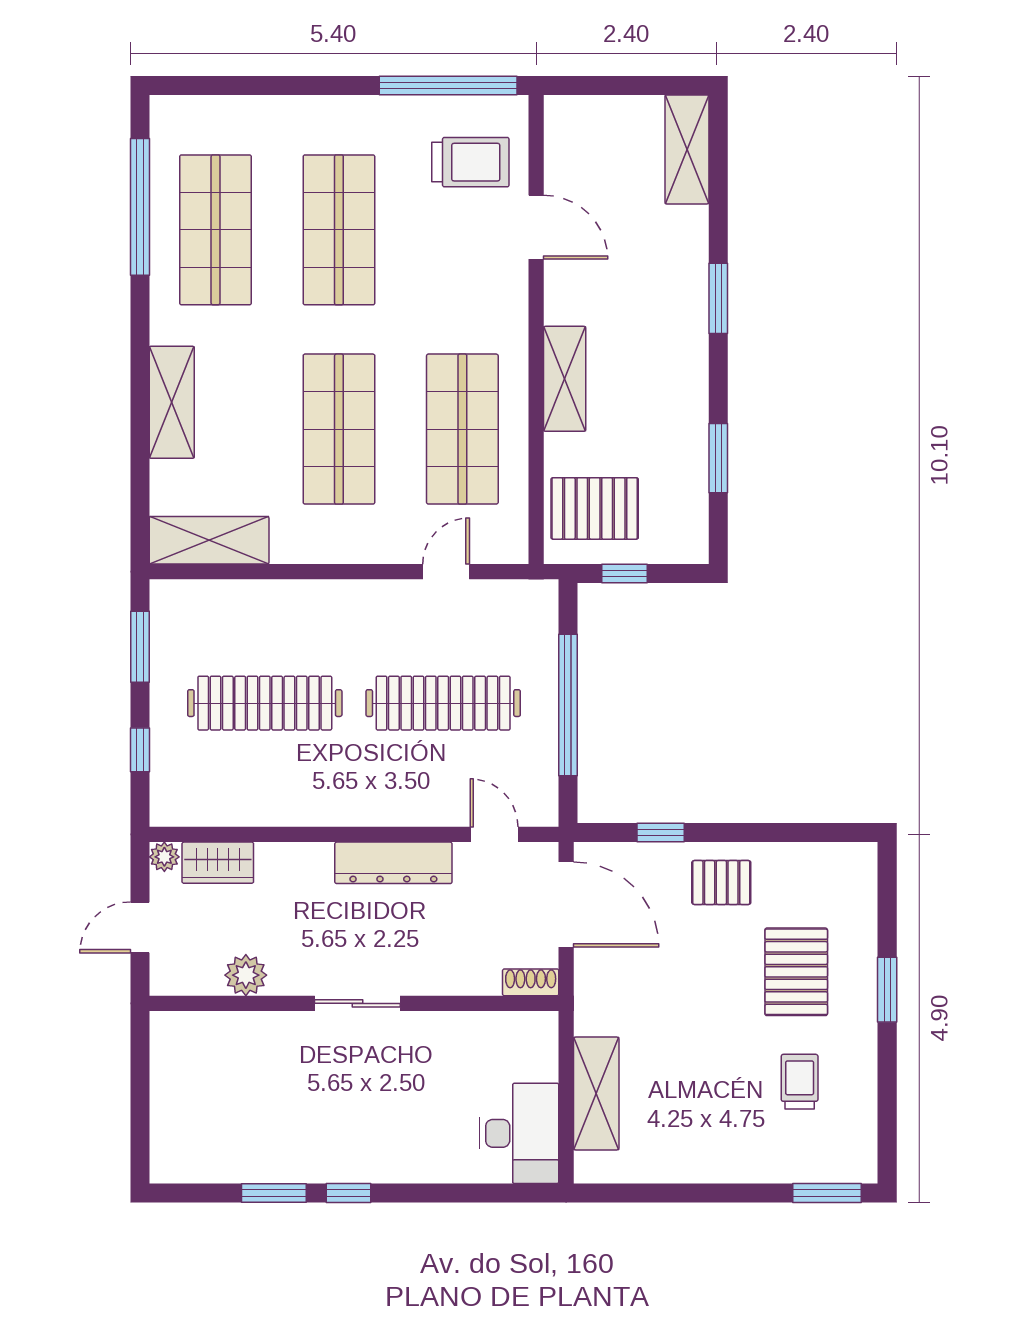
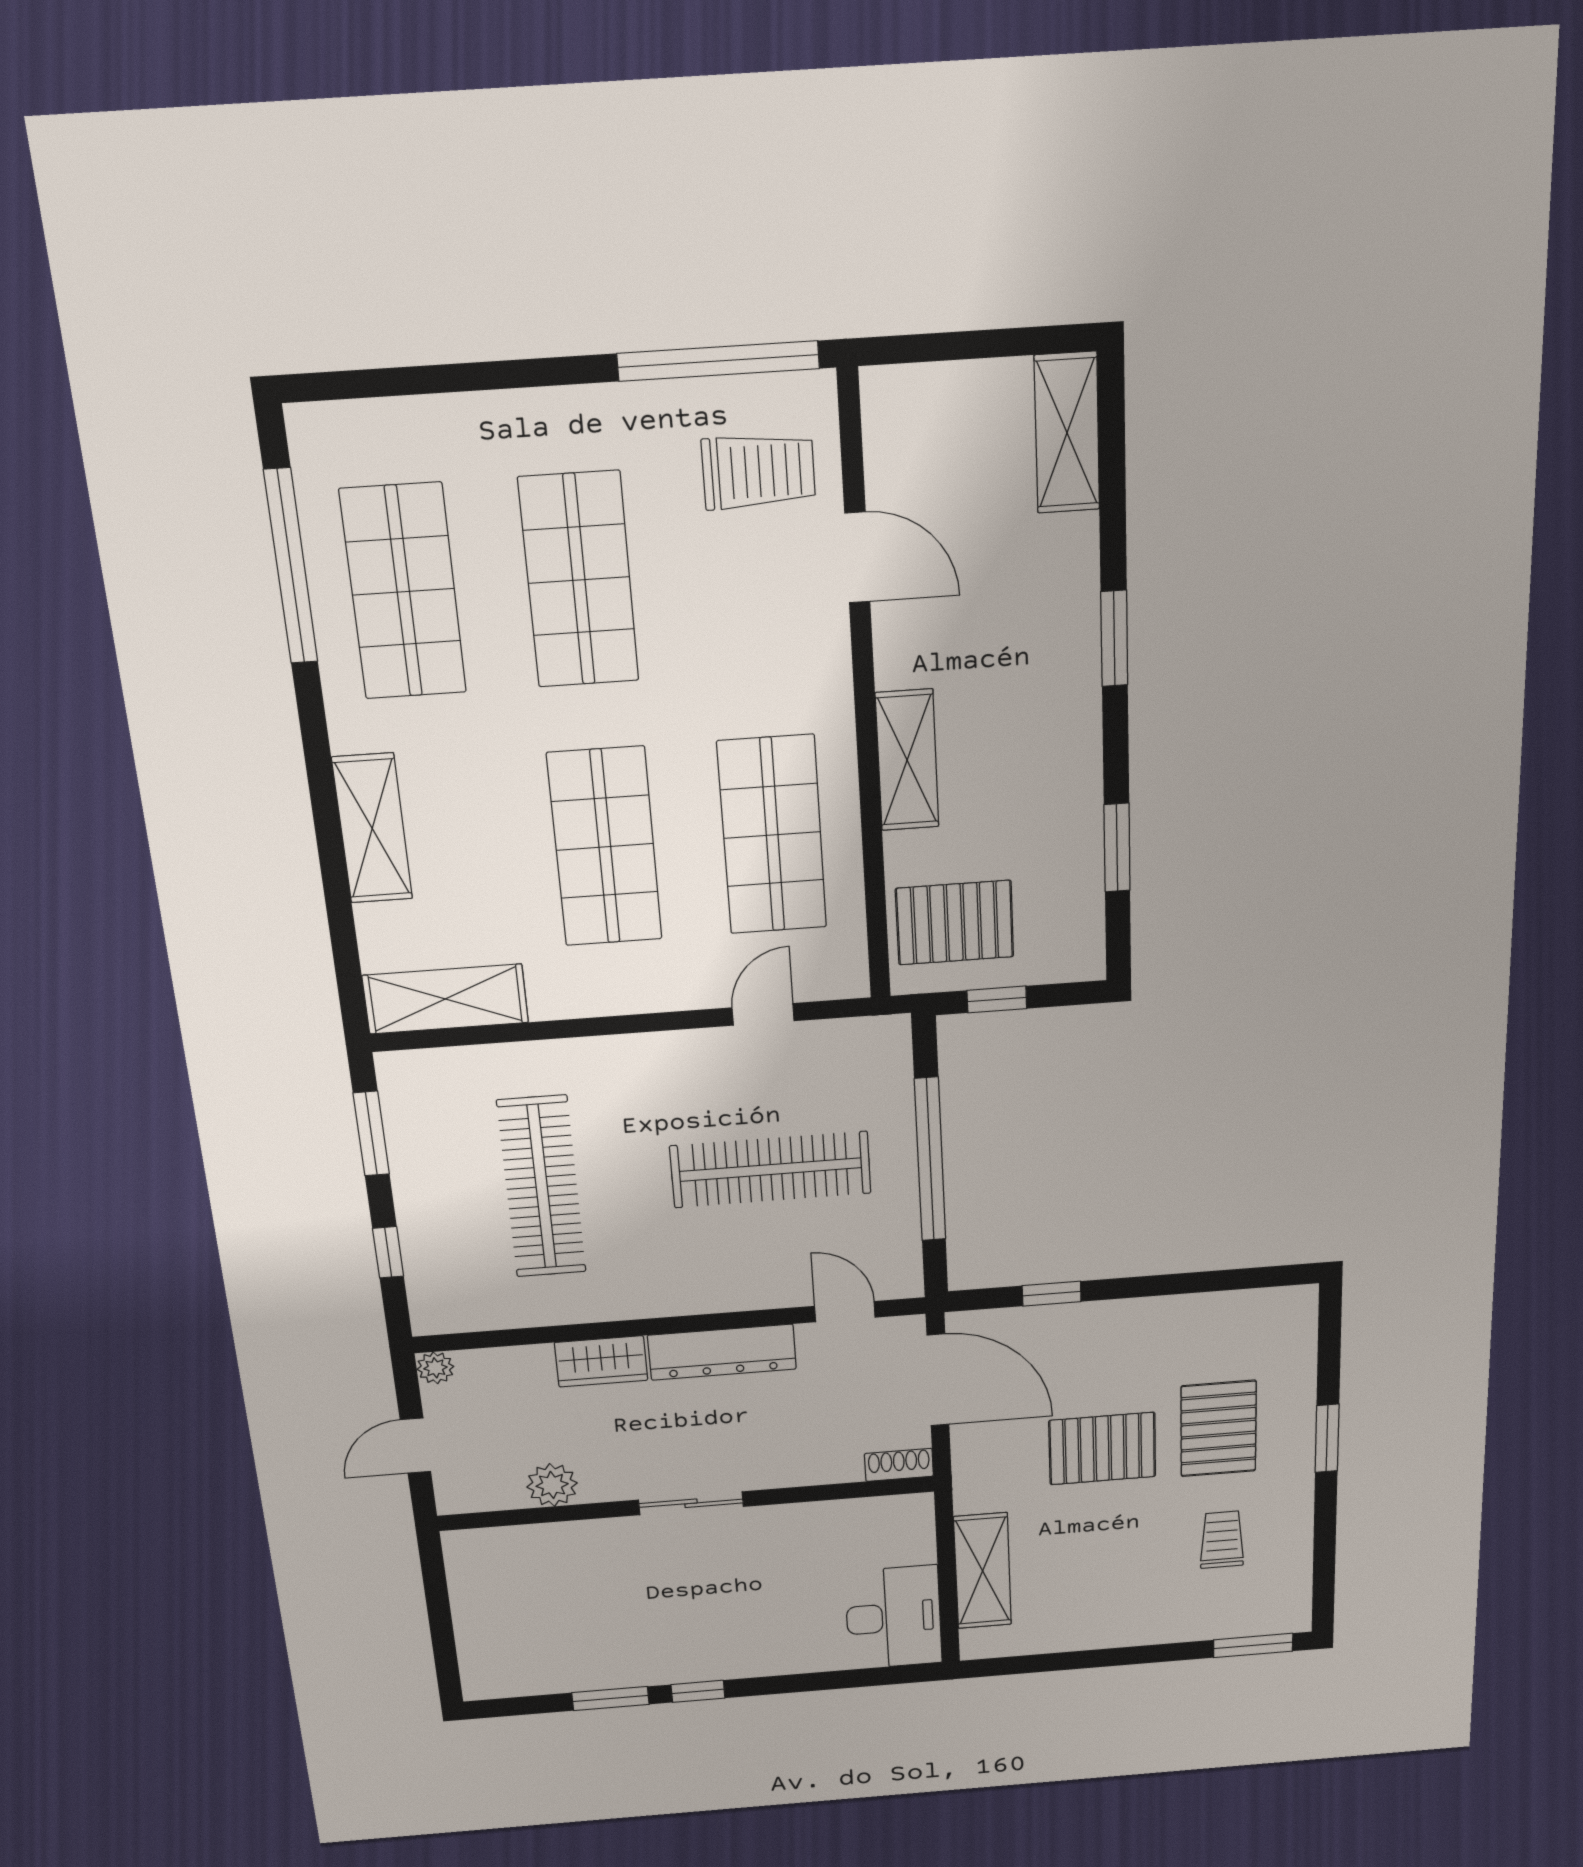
clothes rail: (265, 703) -> (542, 1187), turned 90
wardrobe: (218, 863) -> (601, 1361), moved
pallet: (721, 882) -> (1102, 1449), moved, width x1.50, depth x1.42

